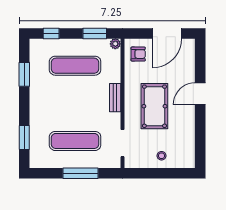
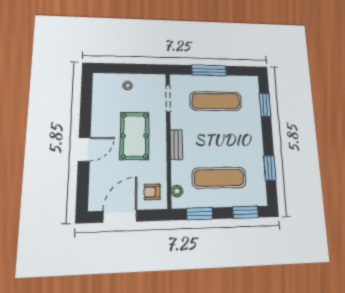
window: (51, 33) -> (245, 212), width x1.50
plant: (115, 44) -> (177, 191), moved

